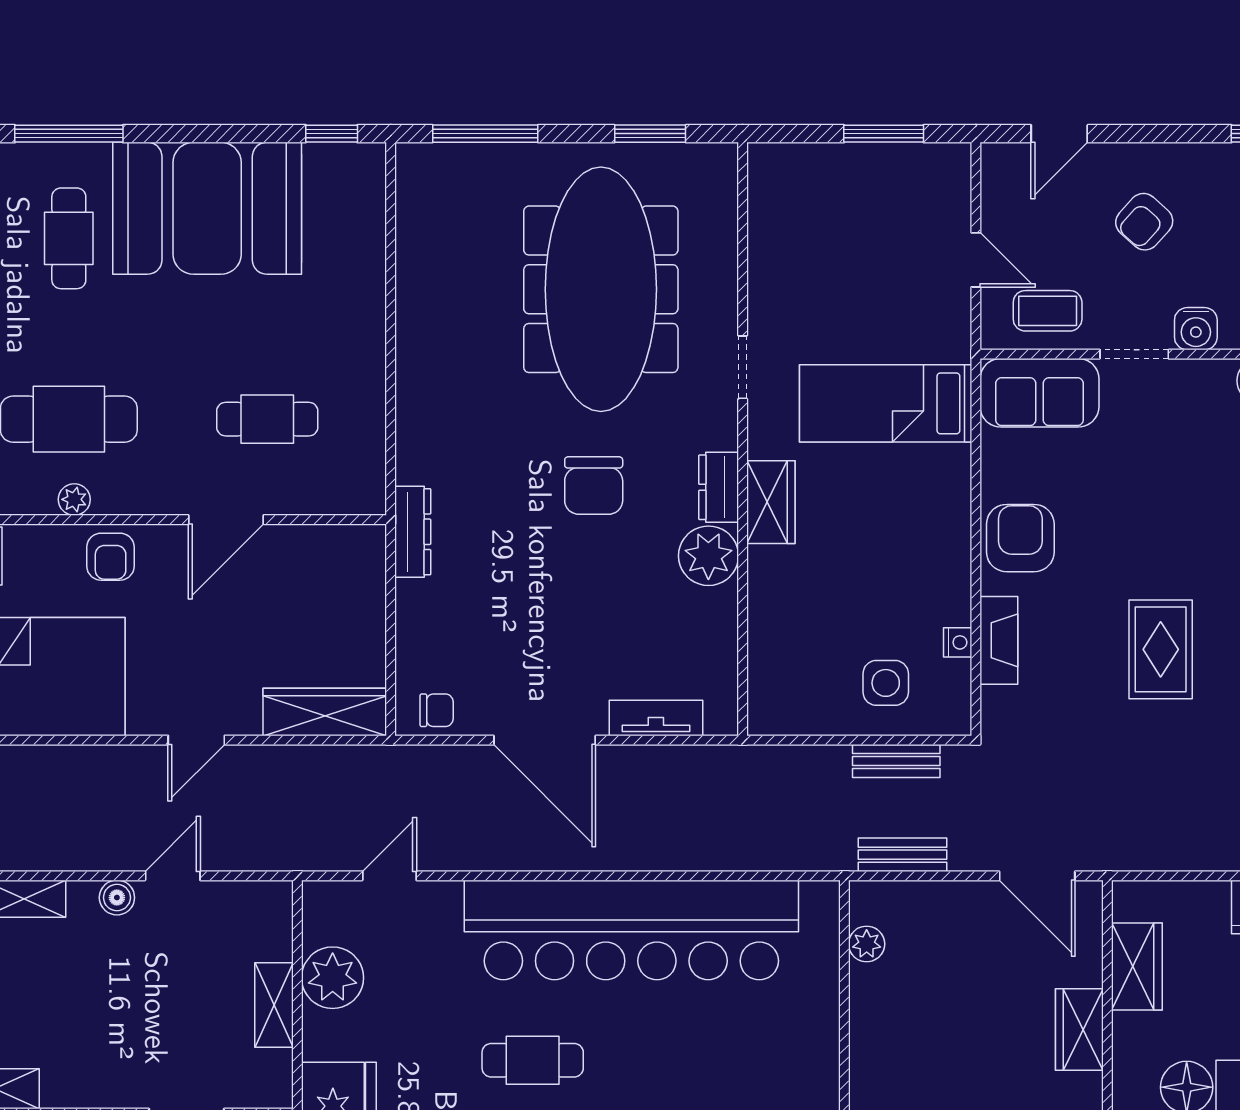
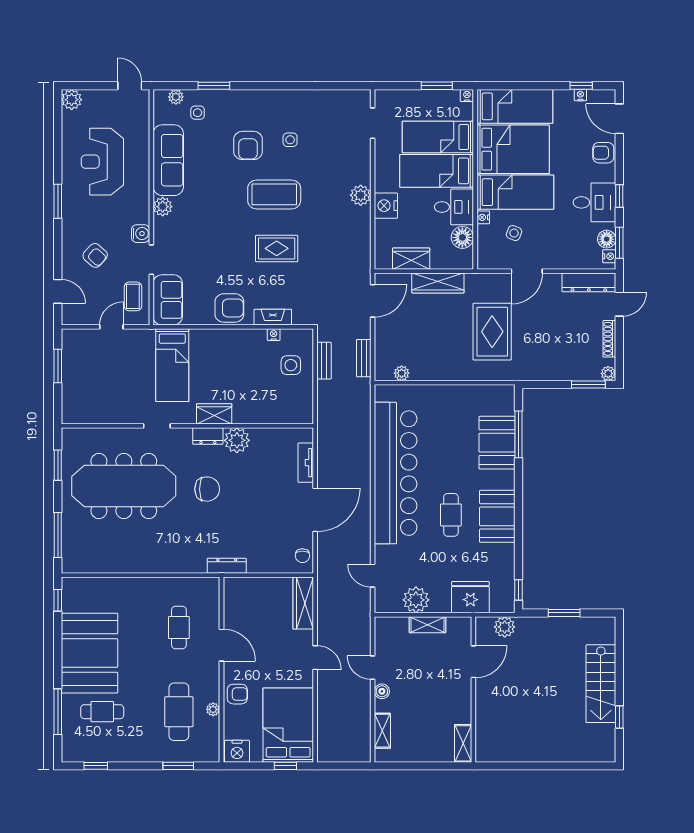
armchair: (1020, 538) -> (229, 308), turned 180
chair: (437, 710) -> (302, 556), turned 180
wardrobe: (1079, 1030) -> (438, 283), width x1.50

